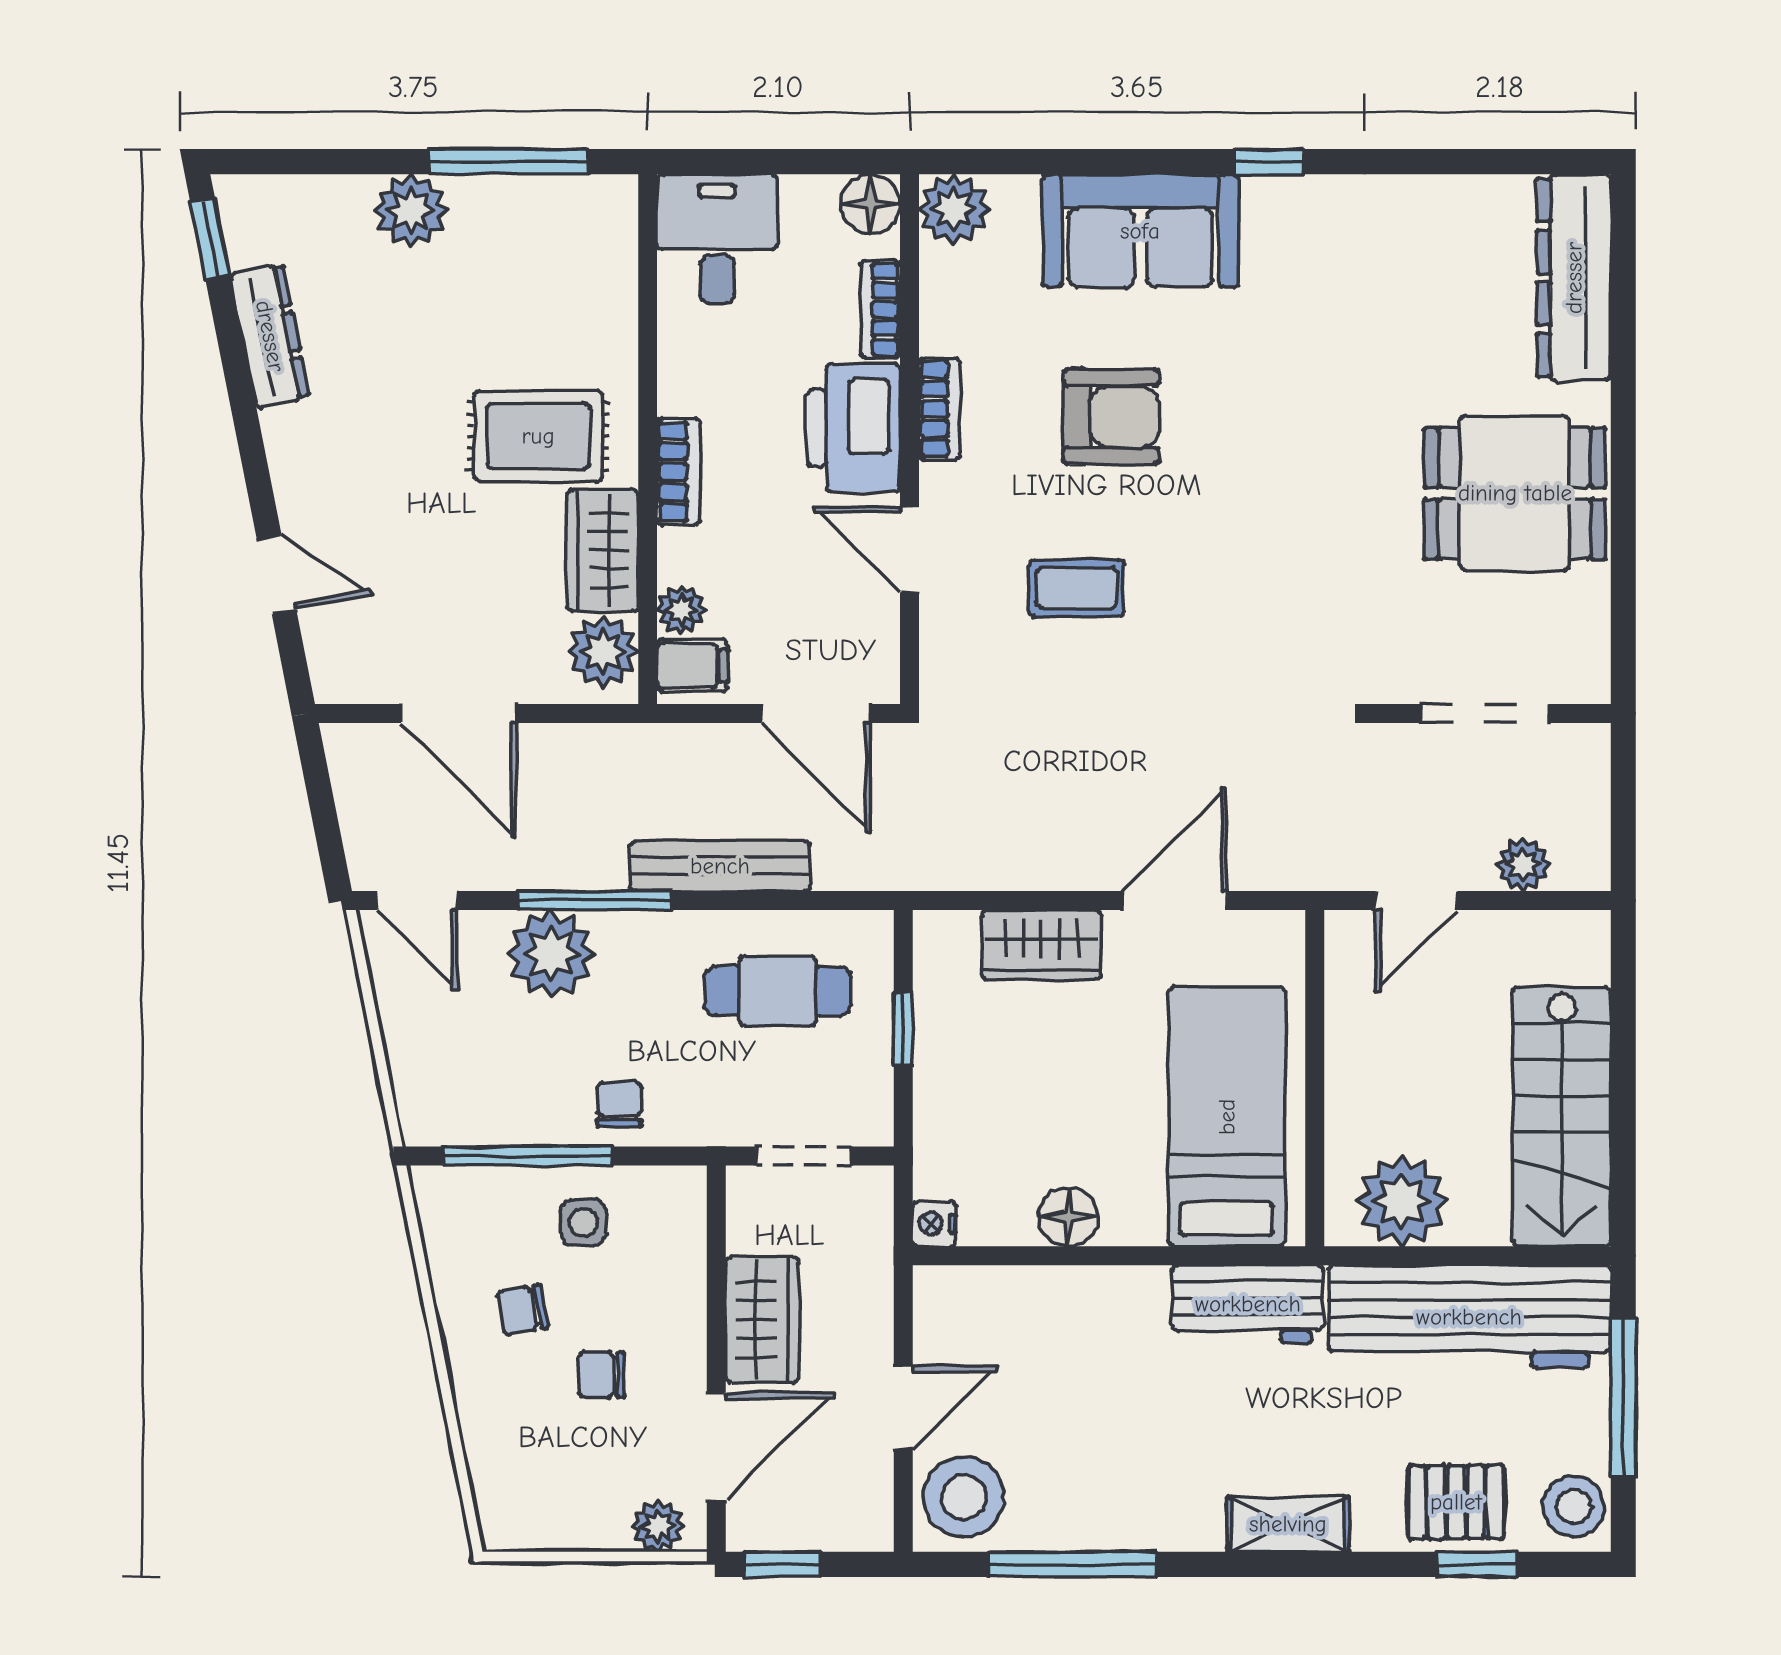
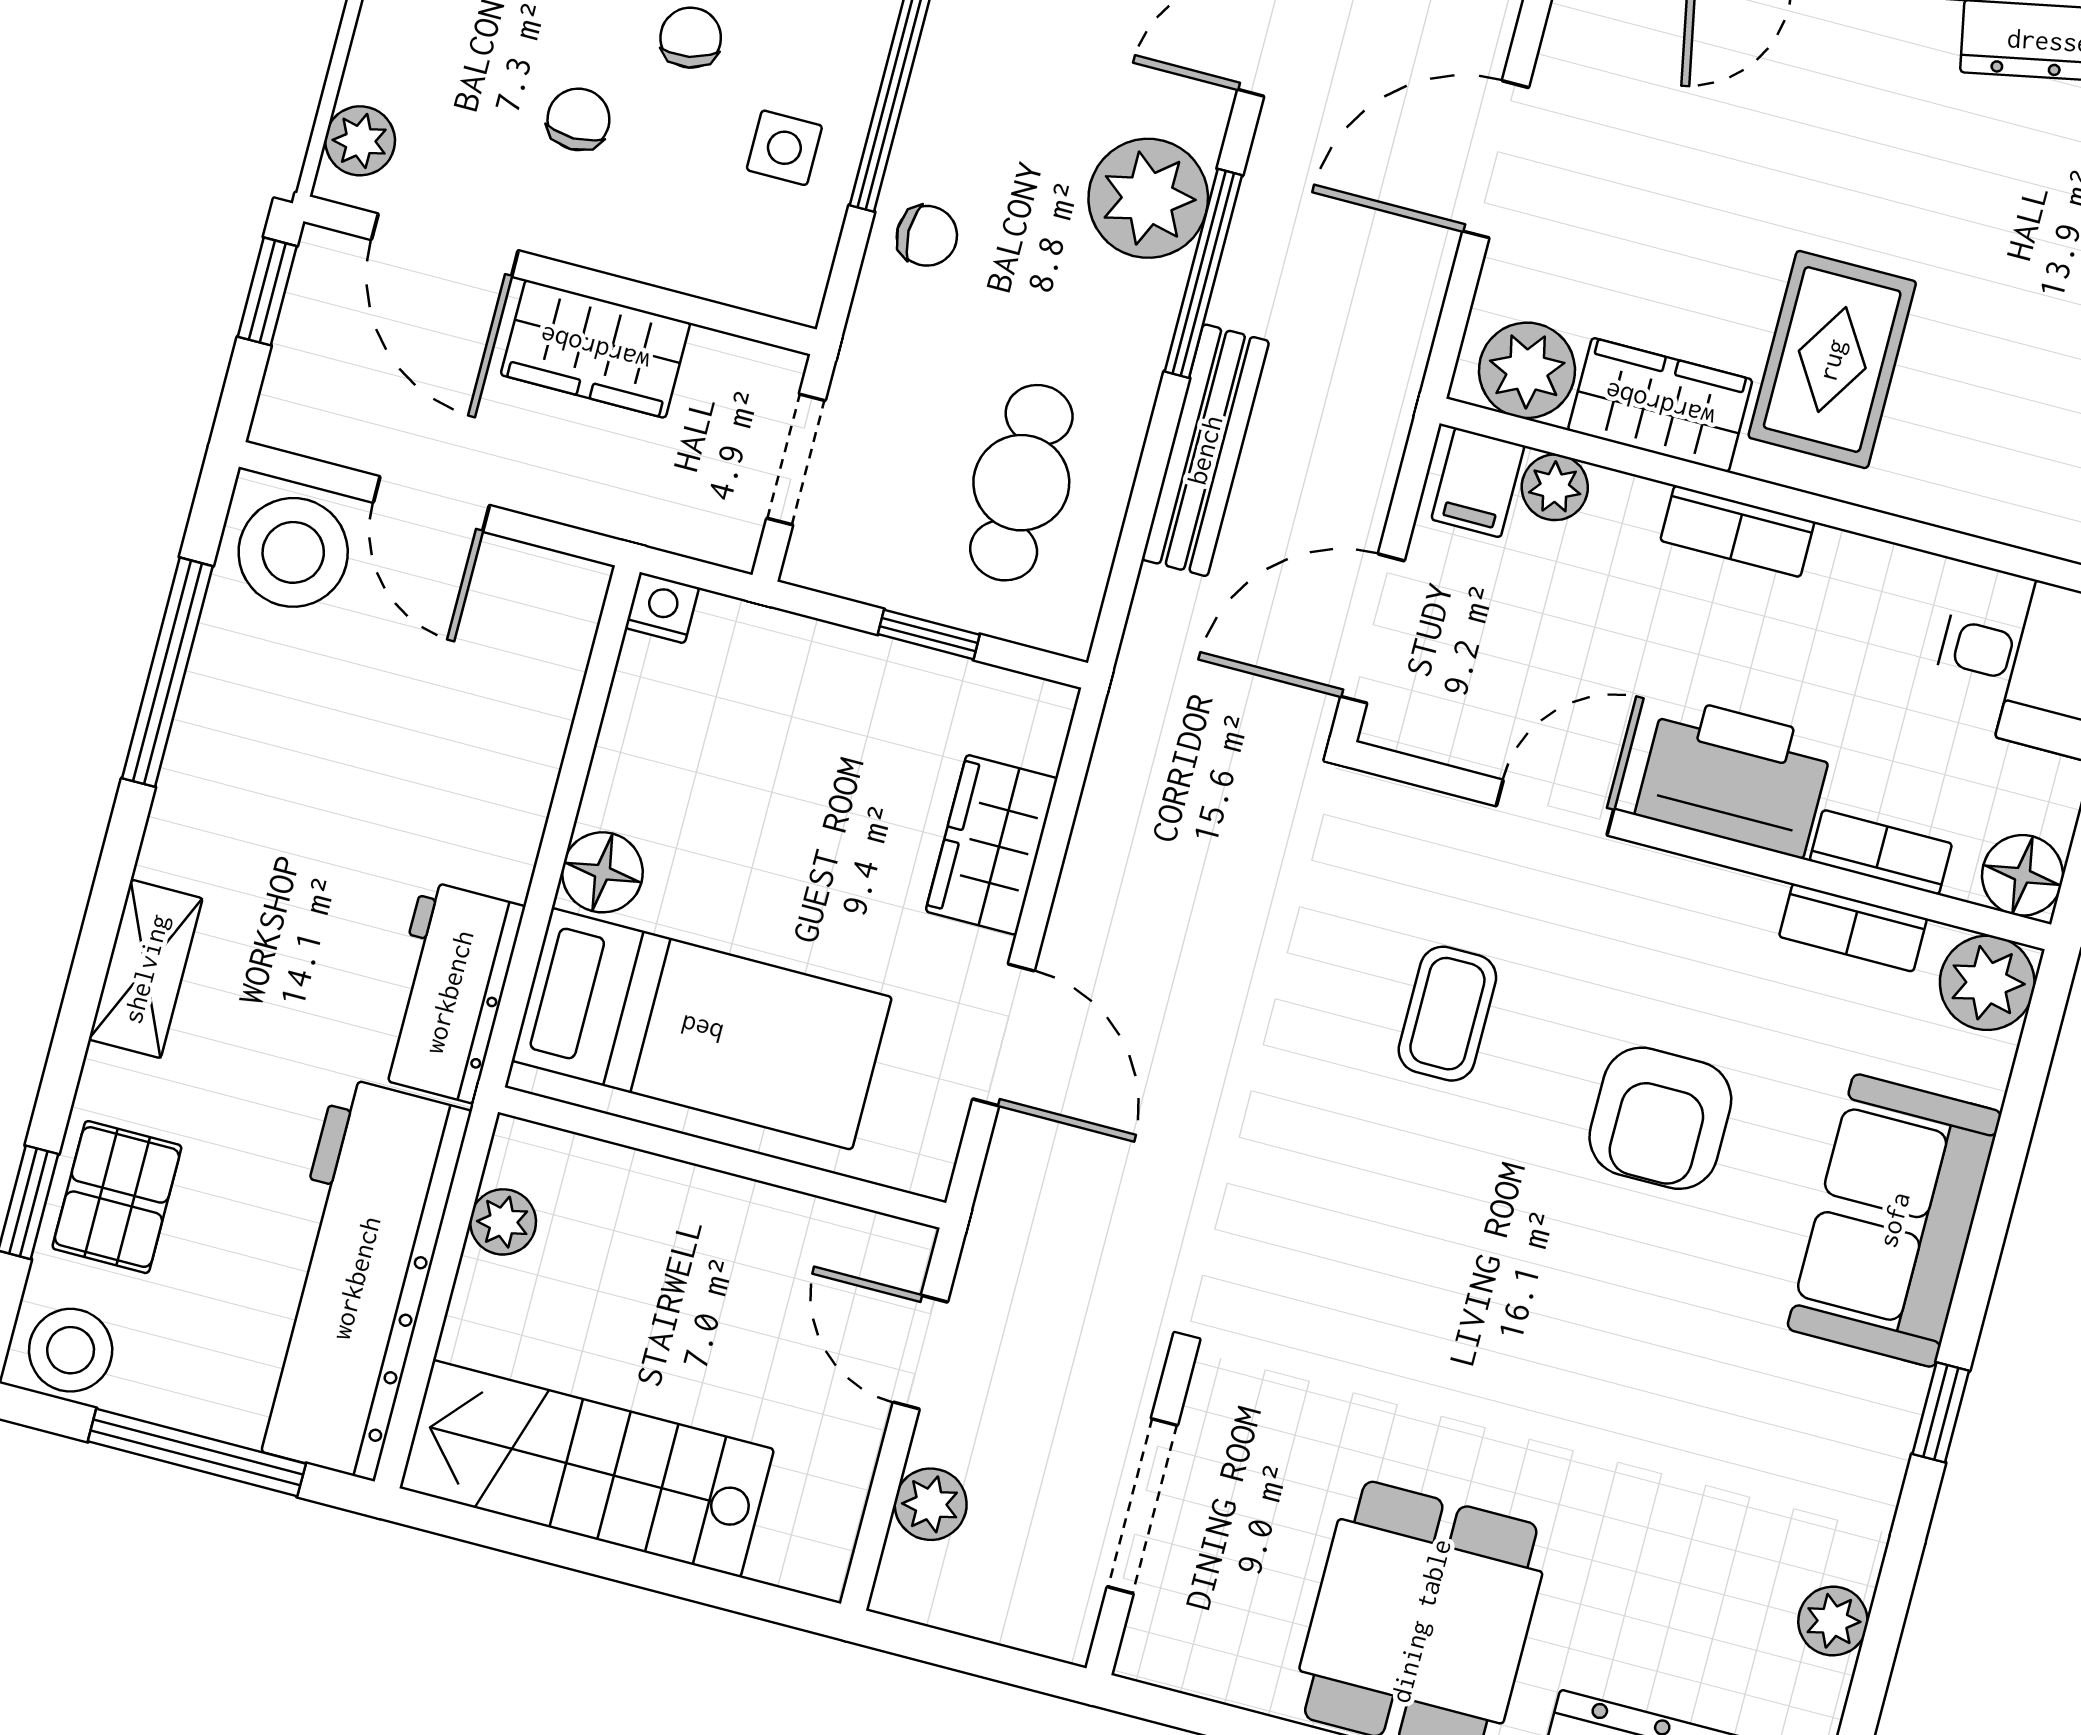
plant: (1437, 200) -> (1833, 1621), added
bookcase: (939, 409) -> (1853, 928), moved
plant: (1402, 1201) -> (503, 1222), width x0.53, depth x0.53
floor lamp: (1069, 1217) -> (602, 872), moved

